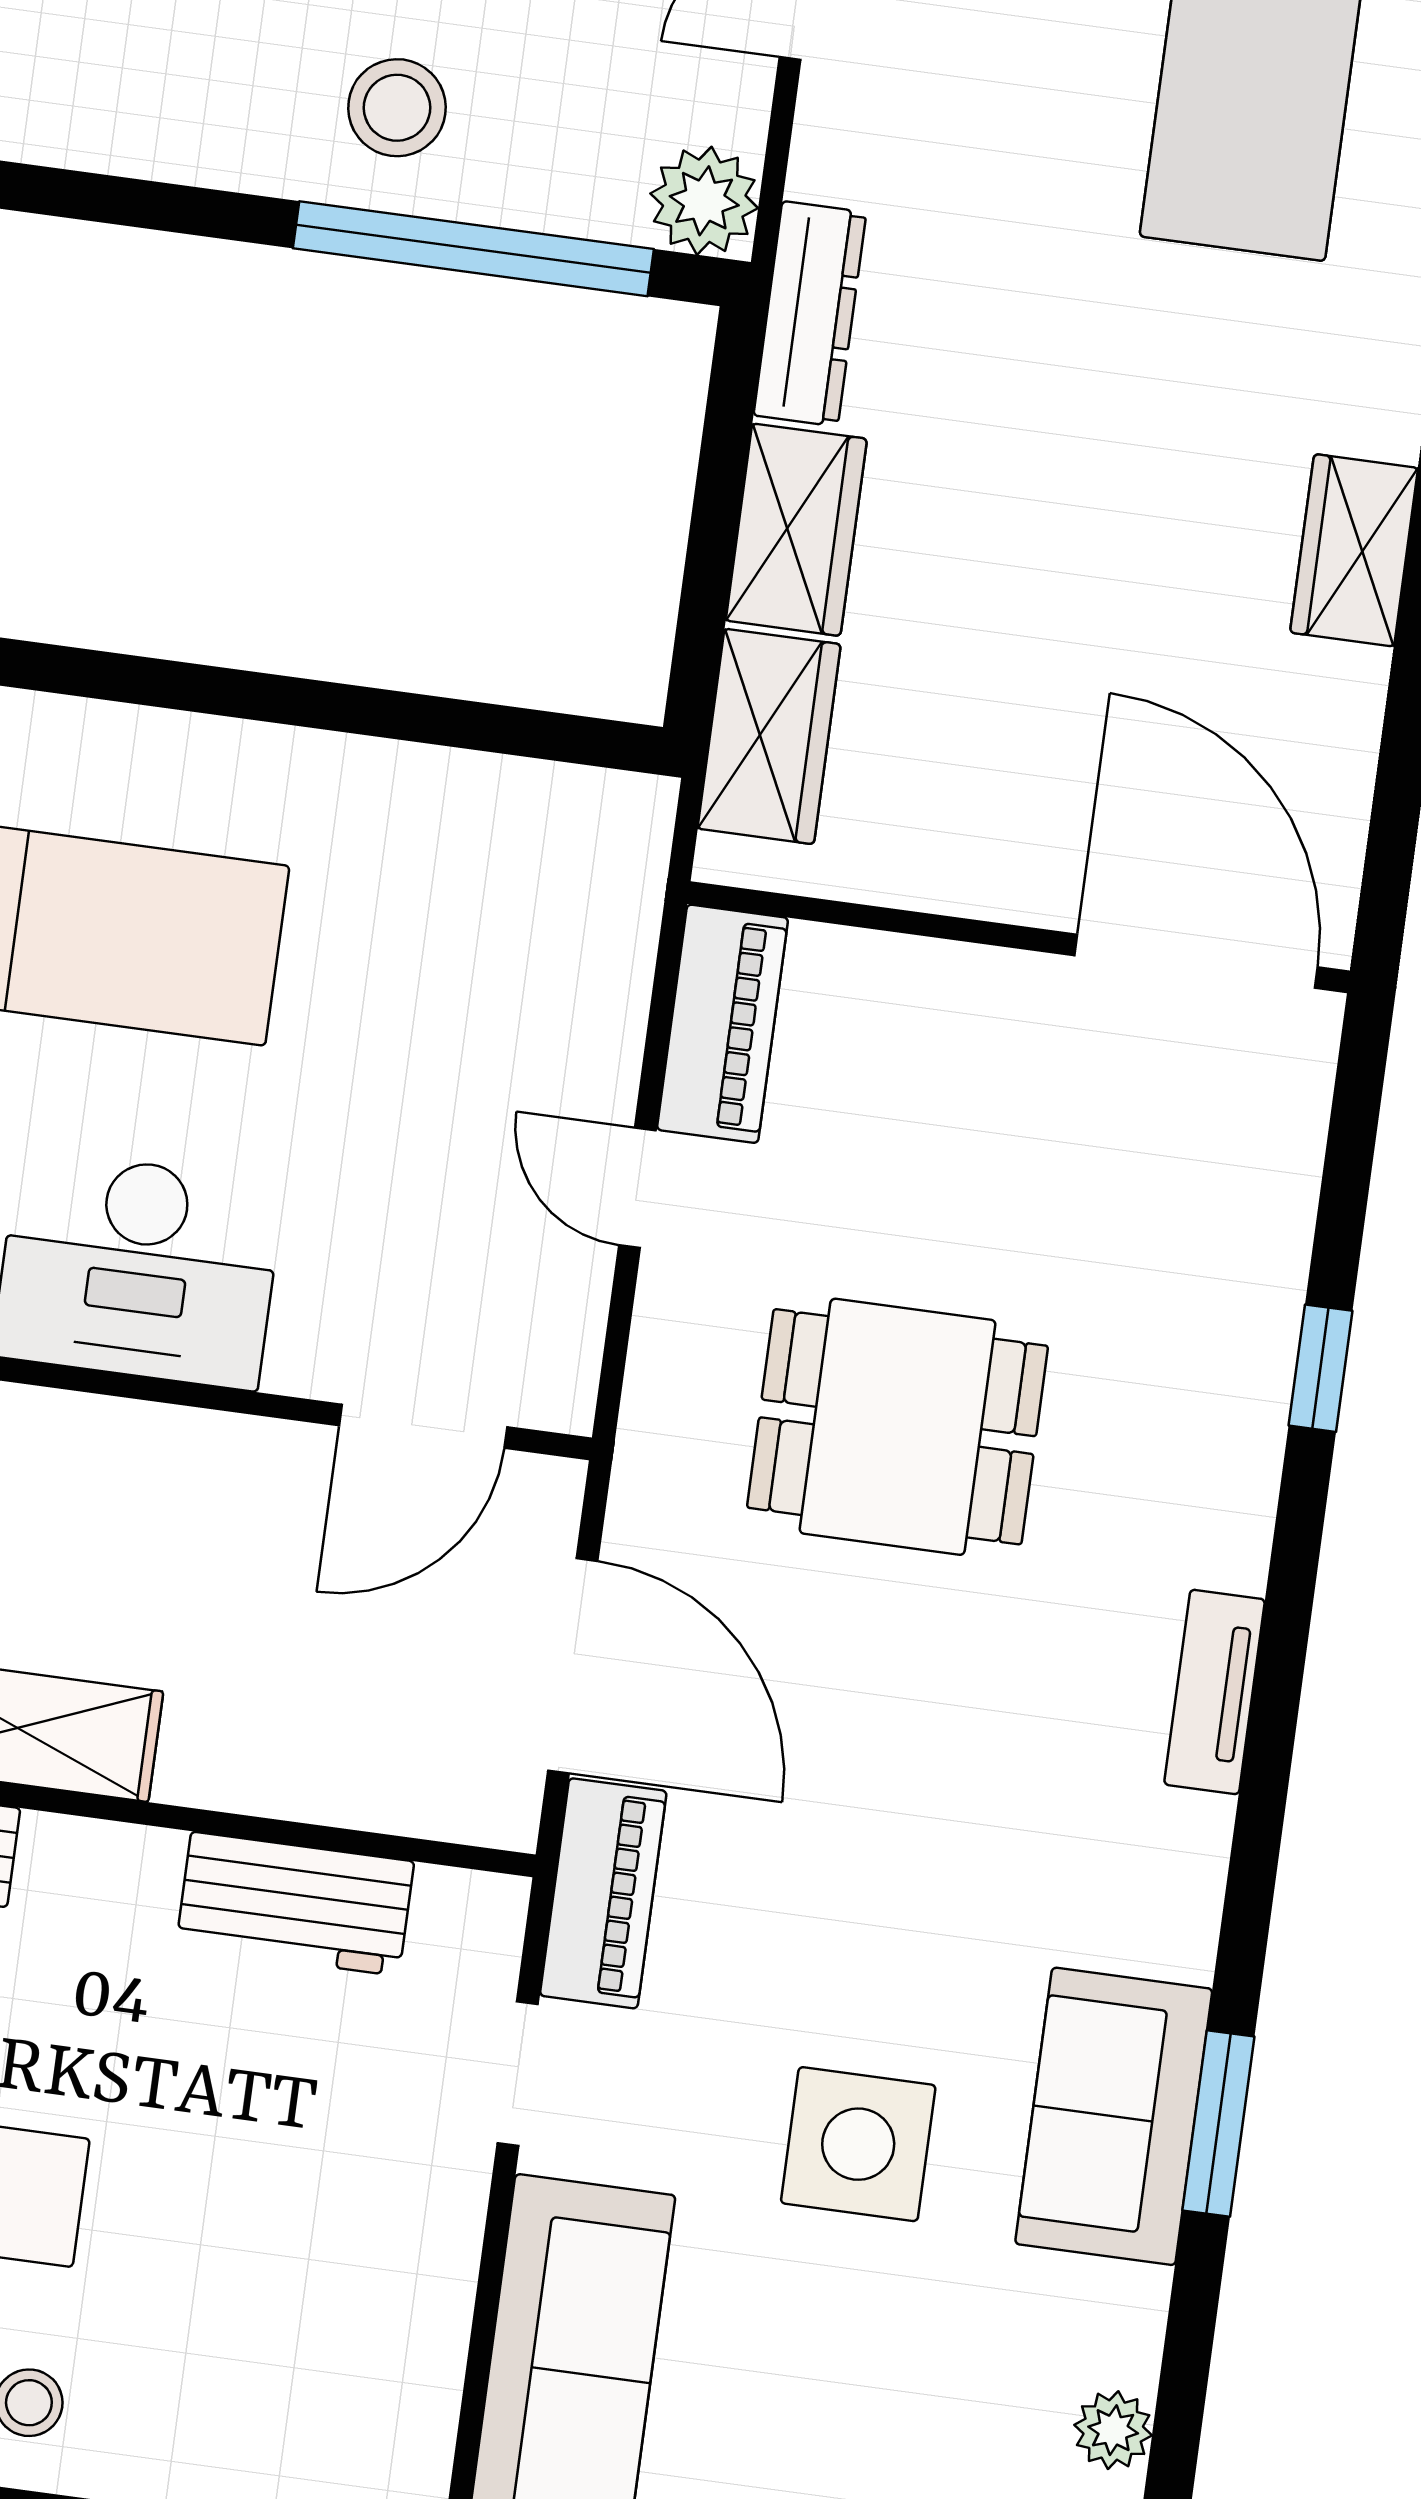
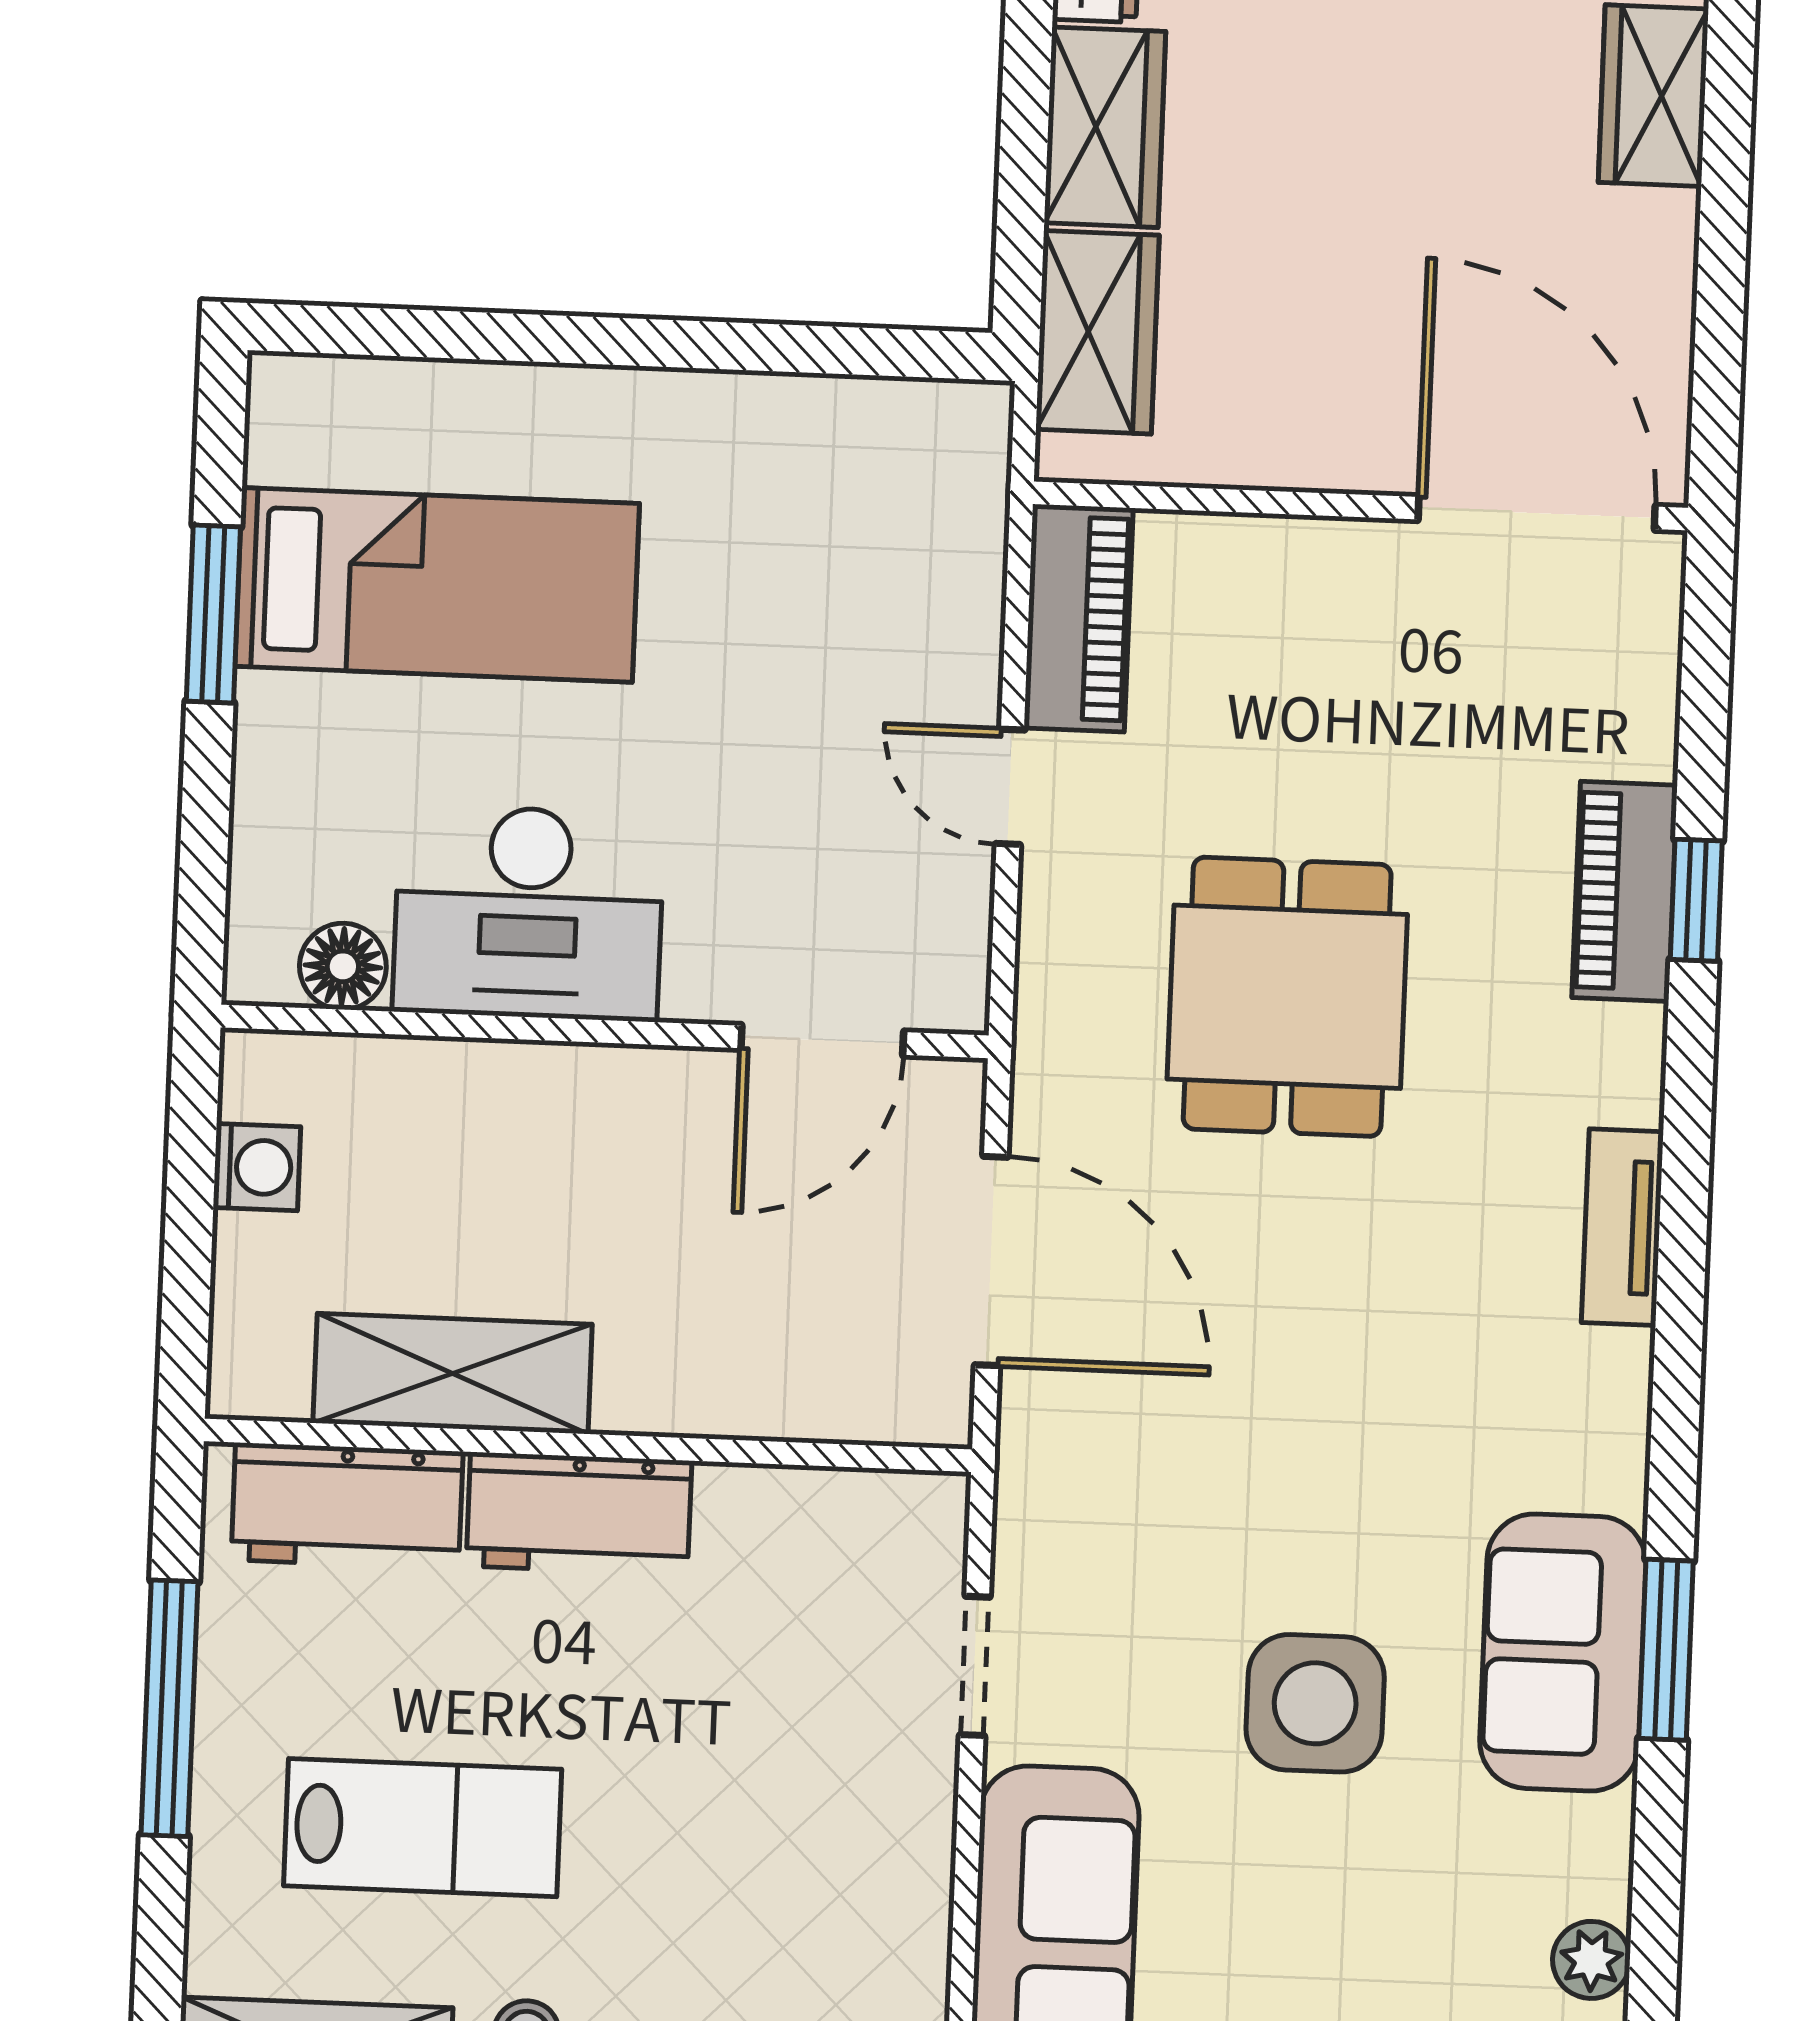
dining table: (898, 1427) -> (1287, 997), turned 90
piano: (603, 1893) -> (1625, 891), moved, turned 180
workbench: (295, 1904) -> (579, 1514), moved

